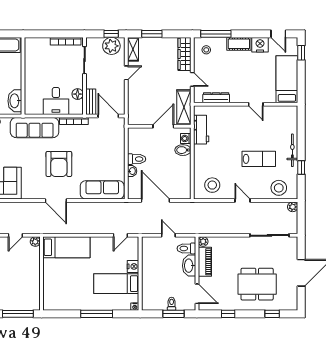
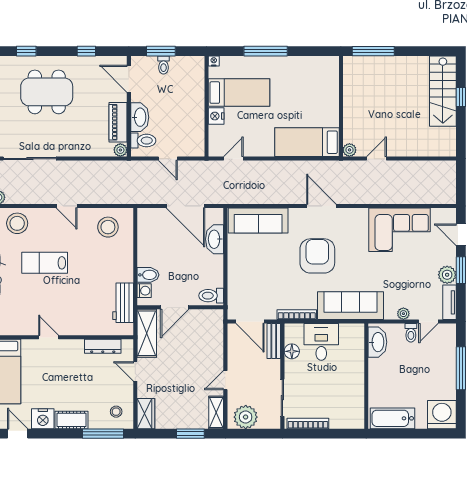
window: (111, 34) -> (246, 434), removed
wardrobe: (184, 54) -> (146, 414), width x0.67
toilet: (137, 159) -> (211, 296), moved
washbasin: (132, 171) -> (215, 239), width x1.91, depth x1.45

